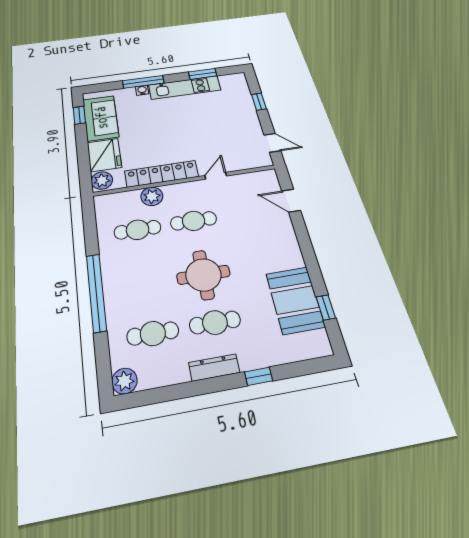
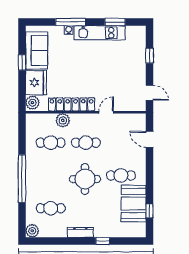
window: (79, 115) -> (22, 63), moved
cafe table: (215, 322) -> (121, 175), moved

